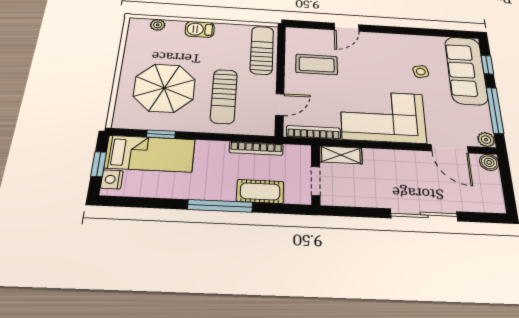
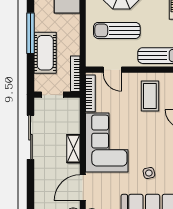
bookcase: (256, 148) -> (75, 74), moved
shelving: (341, 155) -> (73, 149), moved
cot: (260, 191) -> (45, 53), width x1.37, depth x1.34
sliding door: (424, 215) -> (31, 137), moved

